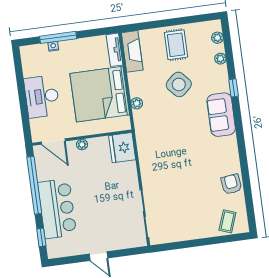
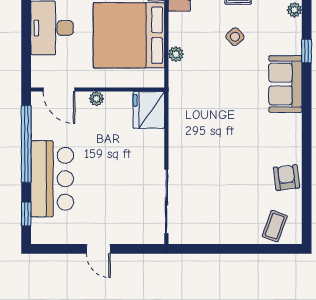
side table: (179, 84) -> (235, 37), width x0.54, depth x0.54

